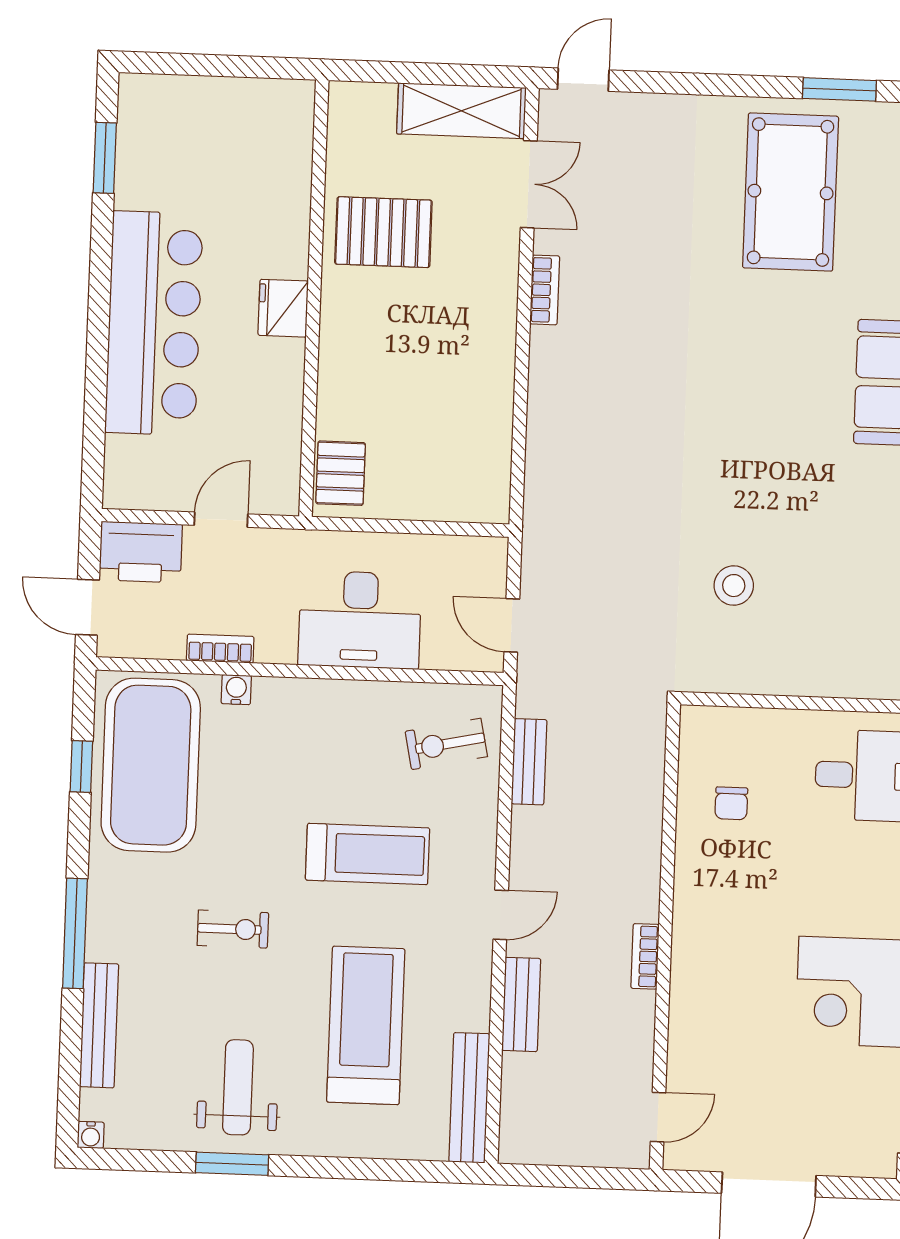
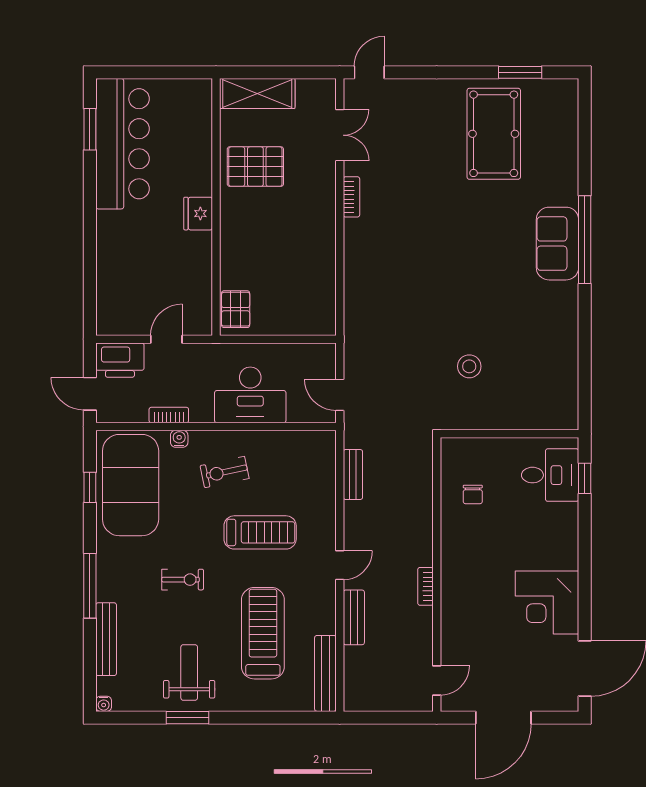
shelving: (461, 111) -> (257, 93), moved
bar counter: (154, 323) -> (123, 144), moved
exercise bike: (446, 744) -> (225, 472), moved

